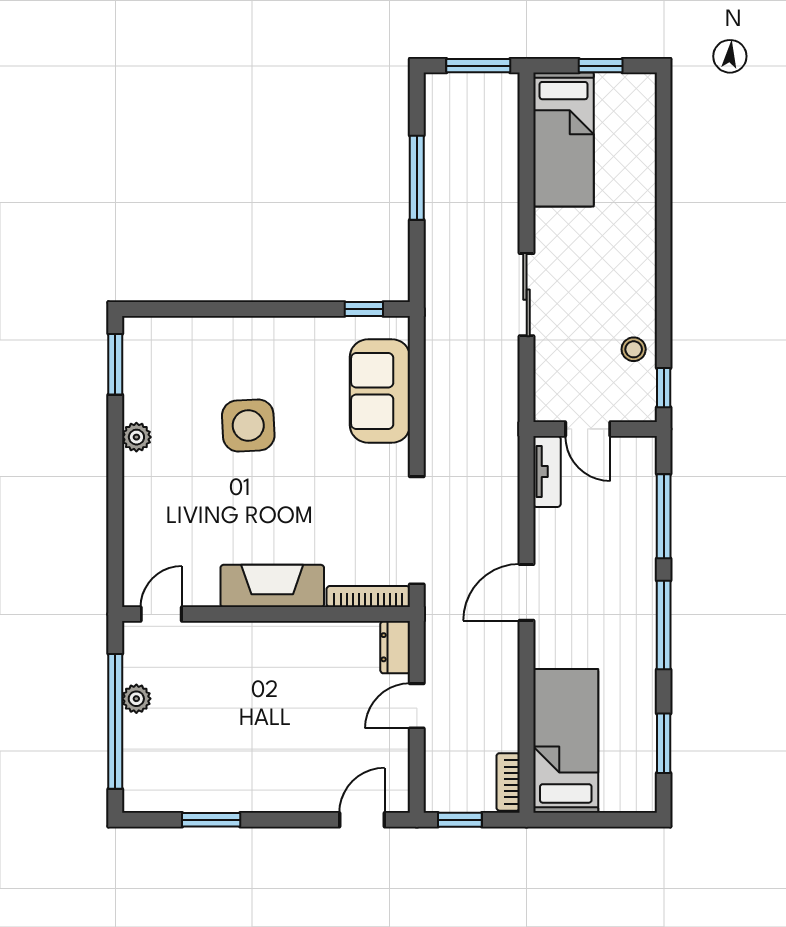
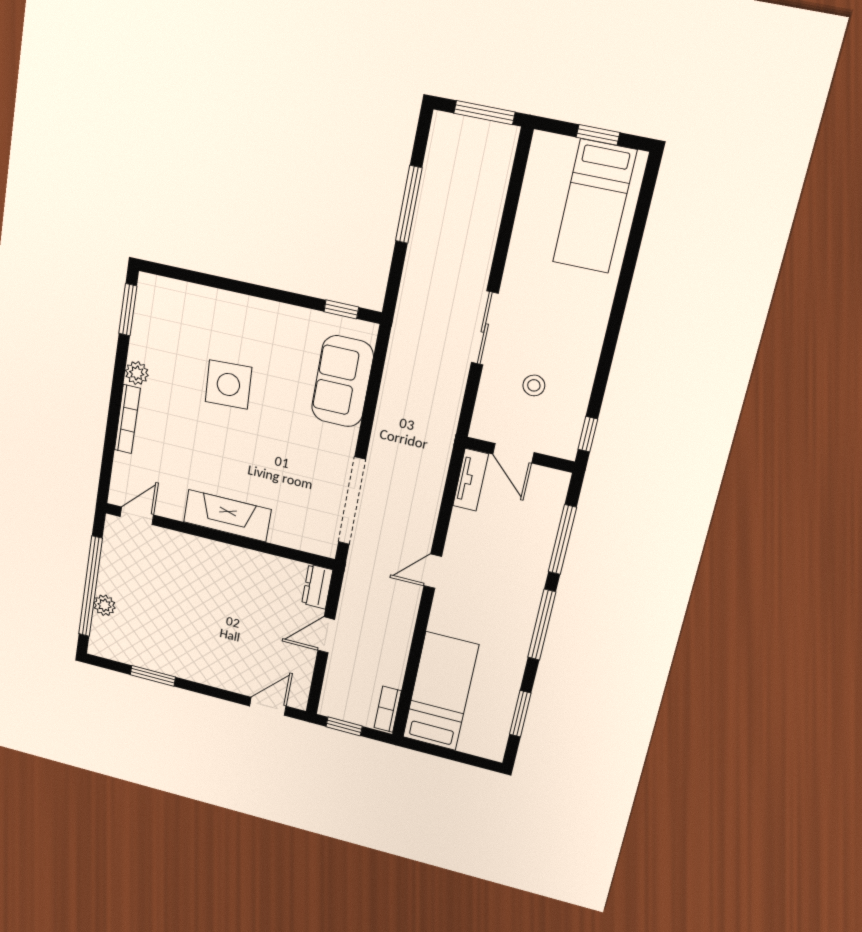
bed: (564, 140) -> (594, 206), moved
stool: (634, 349) -> (534, 385), moved
door: (527, 592) -> (433, 571), width x0.73
bookcase: (368, 597) -> (127, 419), moved, turned 90
plant: (136, 699) -> (105, 605), moved

